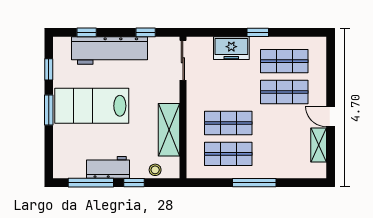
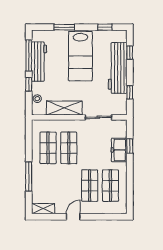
window: (258, 32) -> (130, 146), moved
sliding door: (183, 60) -> (98, 117), moved
lab bench: (92, 106) -> (80, 56), turned 180
window: (49, 110) -> (64, 27), moved
shelving: (319, 145) -> (43, 209), moved
workbench: (108, 167) -> (39, 62), width x1.38
window: (254, 183) -> (29, 176), moved

